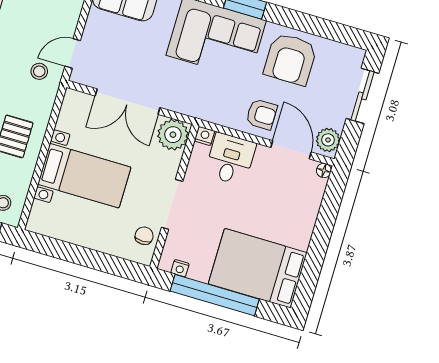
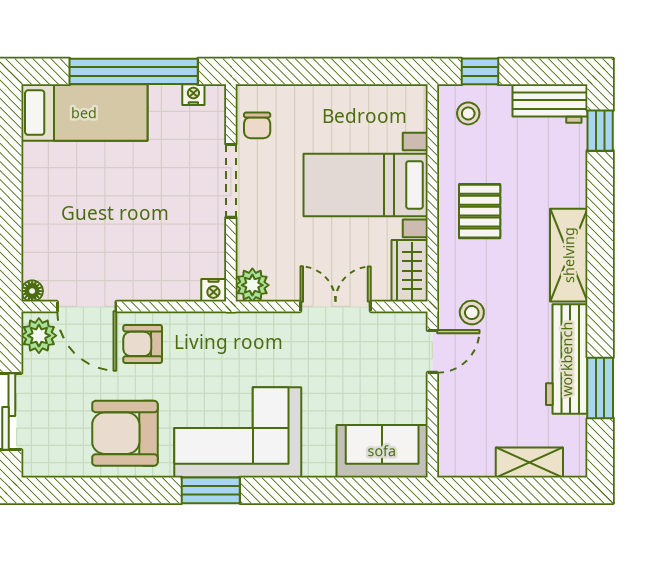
armchair: (290, 59) -> (125, 433), turned -90
double door: (128, 102) -> (336, 306), width x0.73
wardrobe: (72, 111) -> (410, 271), added
plant: (173, 135) -> (252, 285), width x0.73, depth x0.73
desk: (230, 159) -> (168, 268), removed
bed: (258, 268) -> (84, 113), width x0.67

